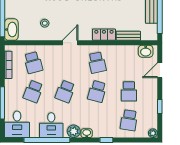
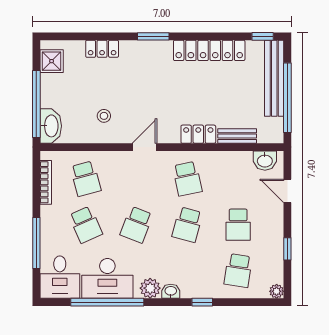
door: (160, 70) -> (287, 191), hinge flipped
school desk: (33, 91) -> (86, 225), turned -45
desk: (51, 125) -> (107, 278), width x1.37

